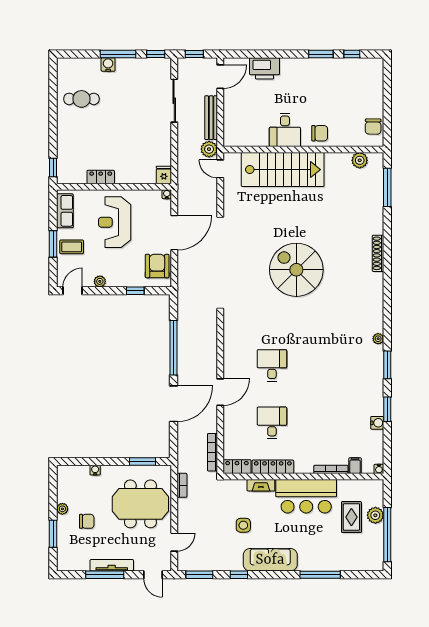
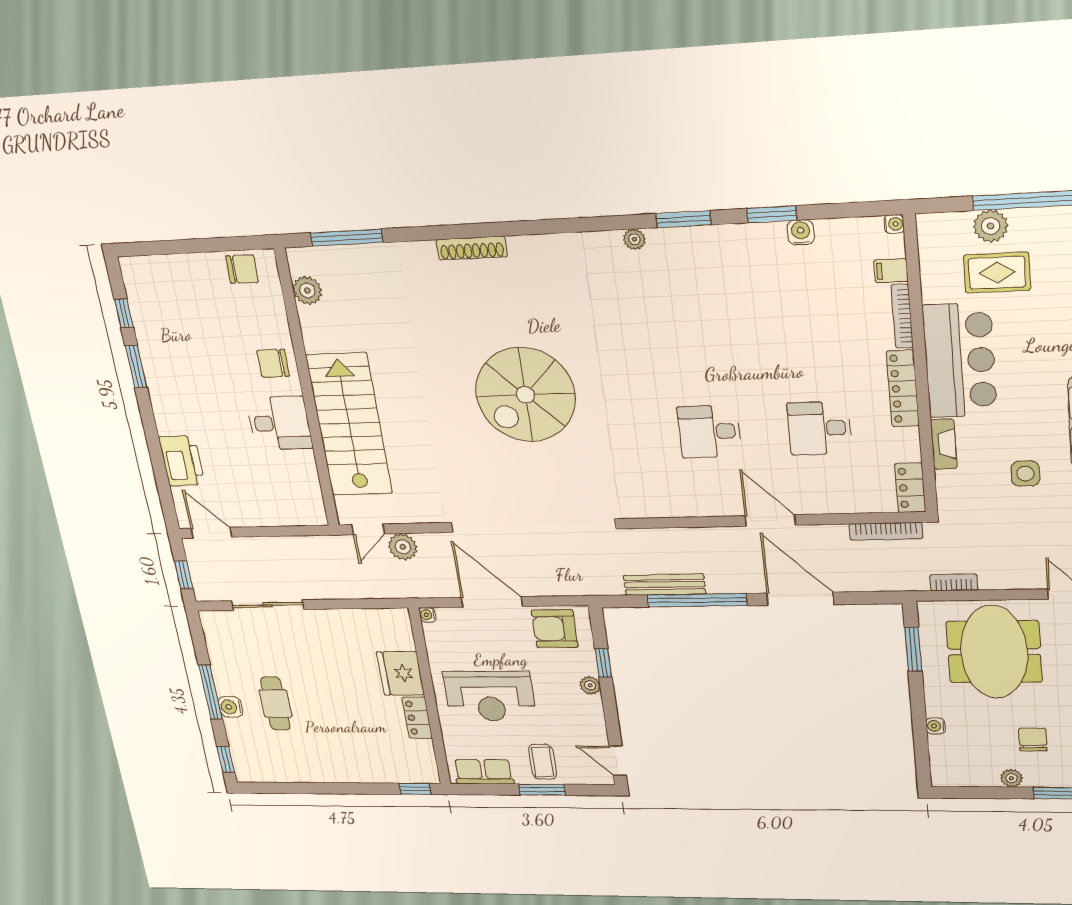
window: (156, 54) -> (226, 759), moved
cafe table: (81, 99) -> (276, 703), moved
bench: (211, 118) -> (665, 585), moved
chair: (320, 133) -> (273, 363), turned -90
plant: (209, 149) -> (403, 547), moved
fridge: (164, 175) -> (400, 673), moved, width x1.88, depth x1.34
plant: (100, 281) -> (590, 685), moved
locker: (273, 467) -> (903, 389), moved

